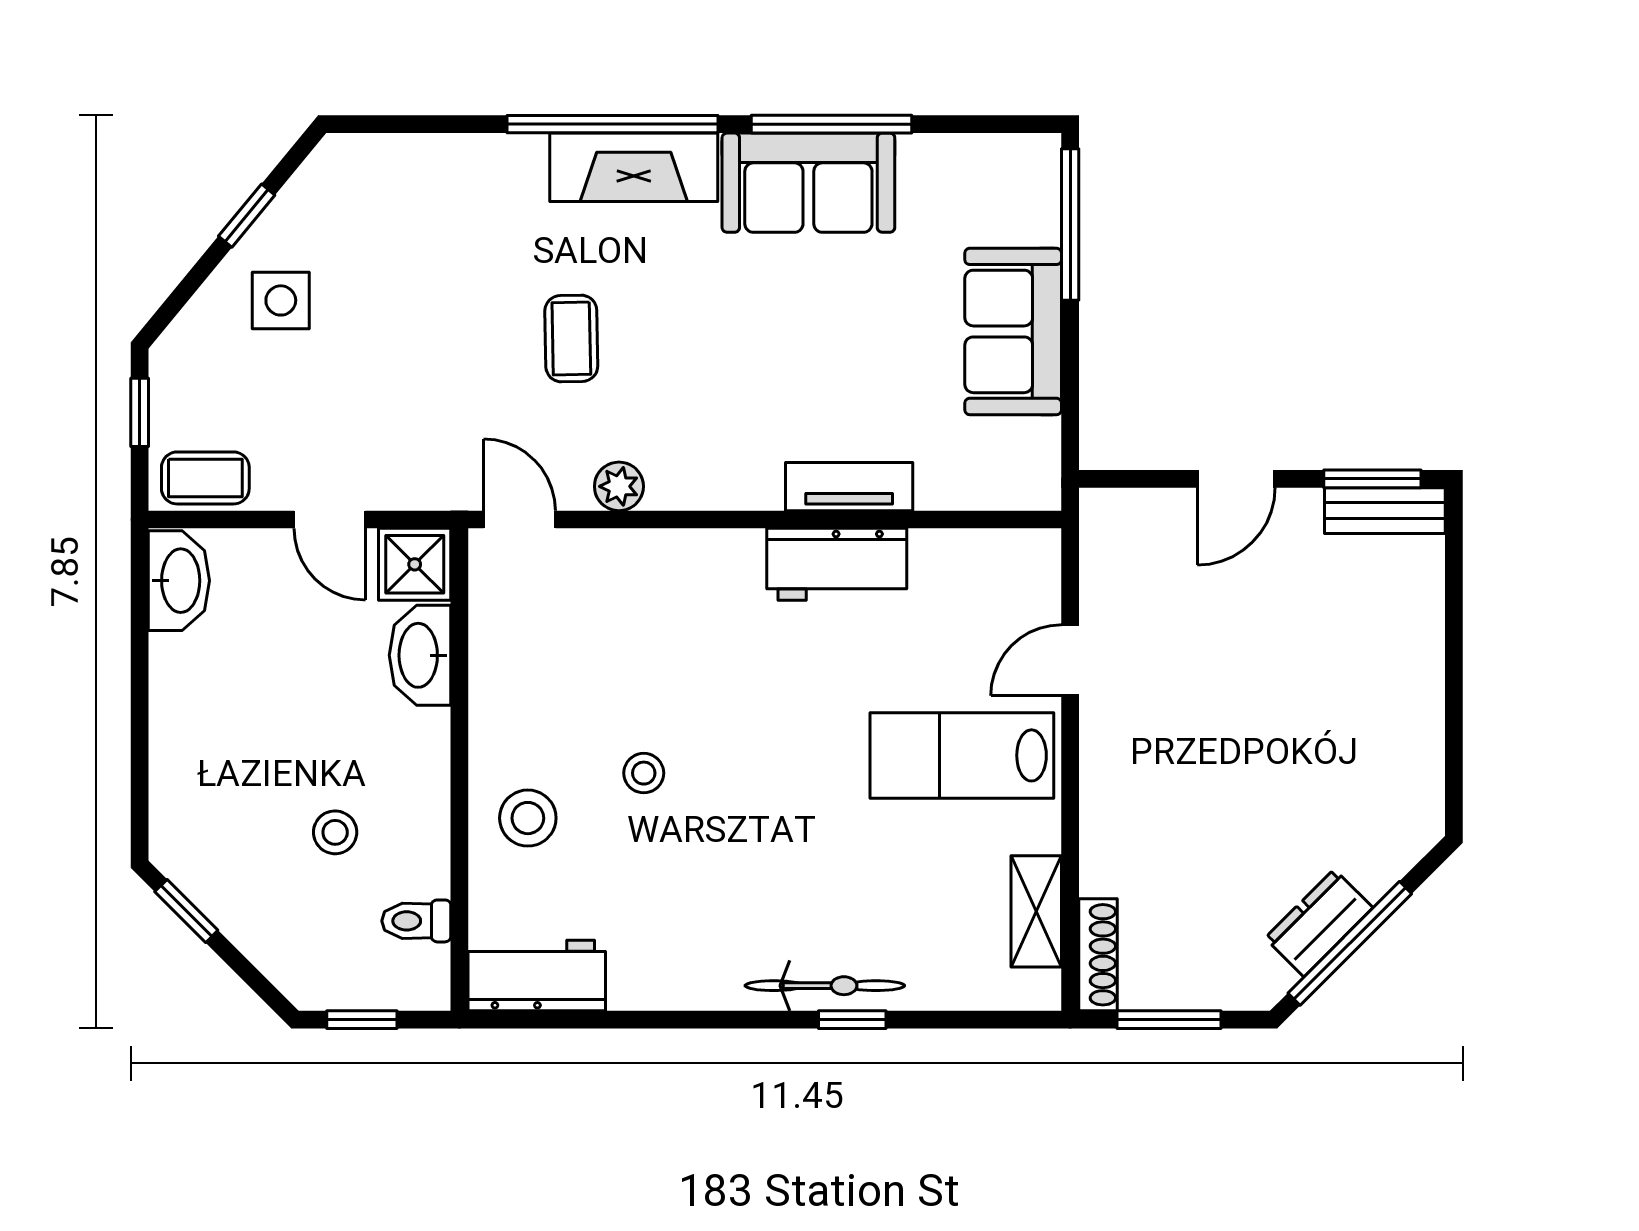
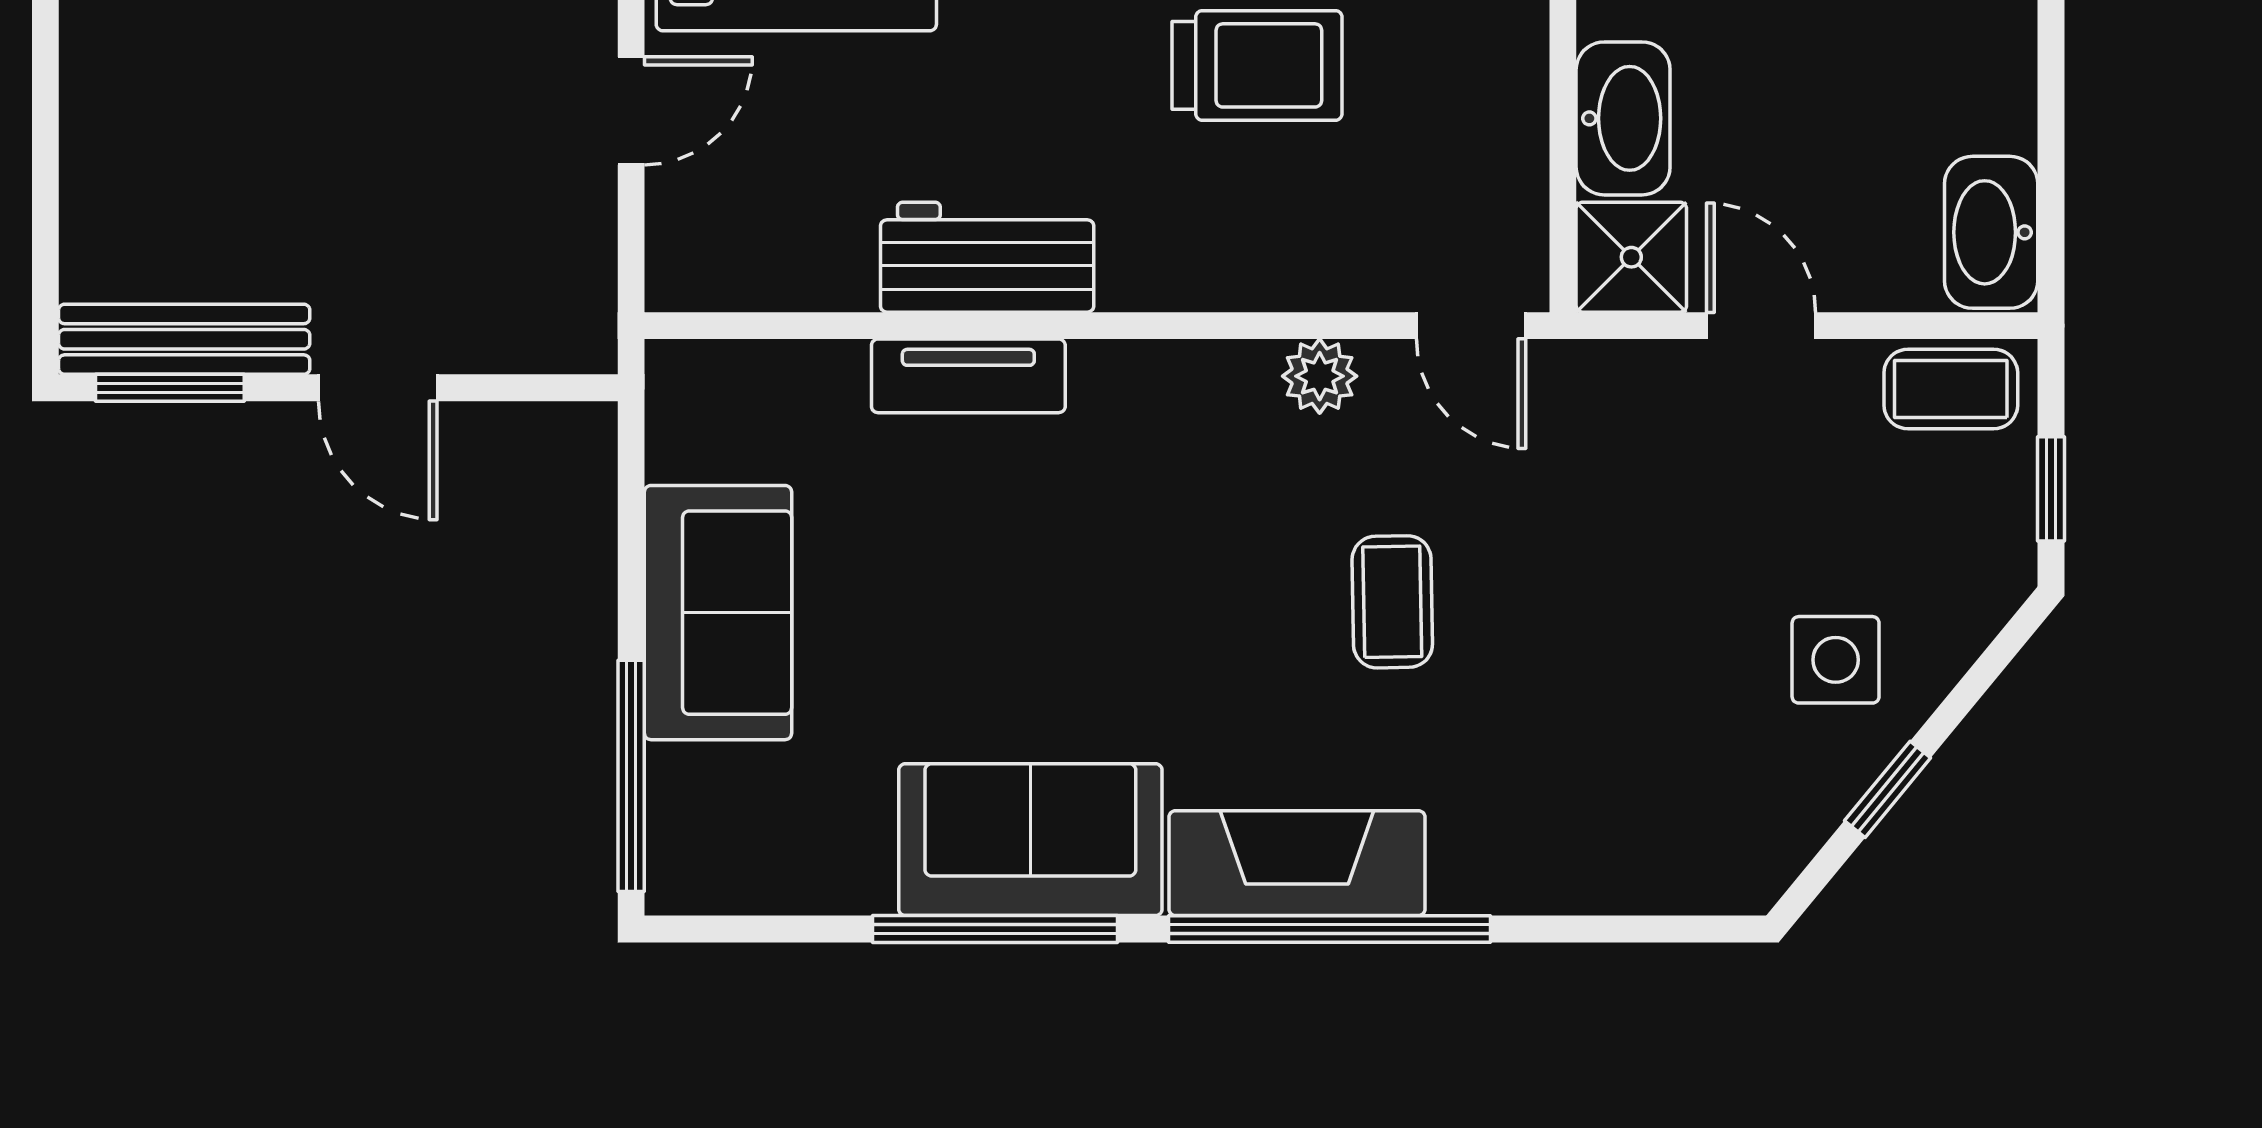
door: (1236, 479) -> (378, 388), swing flipped
bench: (1385, 511) -> (184, 339), width x1.36
trolley: (660, 690) -> (1257, 65), added

